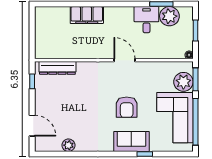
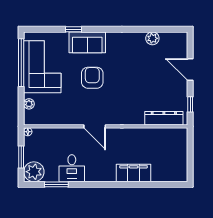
plant: (169, 16) -> (34, 172), moved
window: (195, 79) -> (21, 106), removed
plant: (183, 82) -> (29, 104), width x0.53, depth x0.53
door: (32, 126) -> (190, 69), moved

